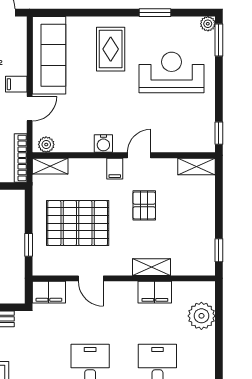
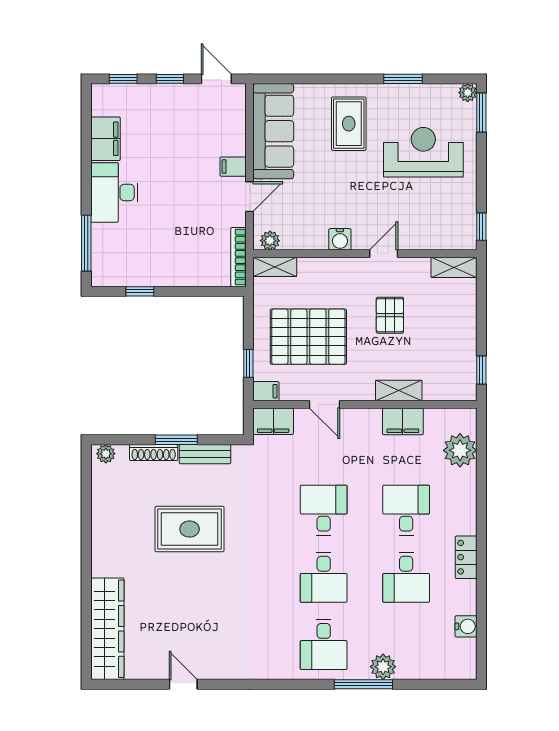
filing cabinet: (115, 169) -> (266, 391), moved, turned -90

